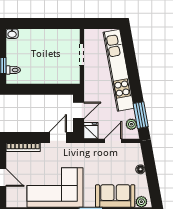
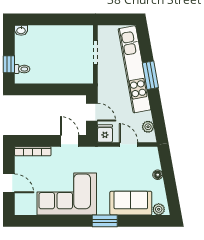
door: (79, 110) -> (92, 112), hinge flipped
window: (141, 115) -> (150, 75), moved
door: (58, 138) -> (70, 141), hinge flipped
door: (113, 141) -> (129, 144), hinge flipped

